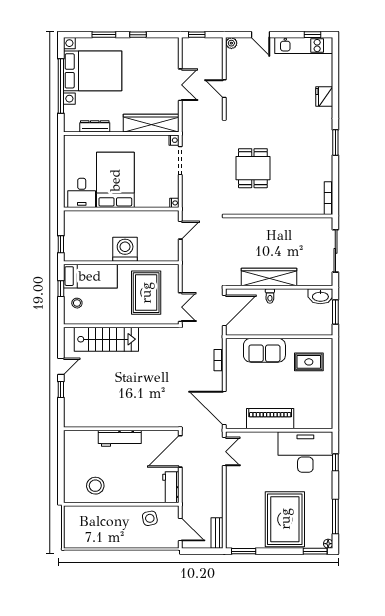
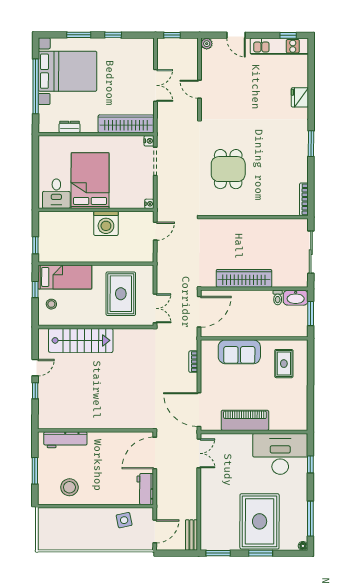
dresser: (95, 126) -> (70, 127), width x0.70
washing machine: (125, 249) -> (106, 223), moved, turned 180
toilet: (270, 296) -> (278, 298), moved
rug: (309, 362) -> (284, 364), turned 90
workbench: (120, 438) -> (65, 440), moved
window: (61, 469) -> (35, 471), added
door: (180, 530) -> (155, 531), hinge flipped
window: (315, 551) -> (261, 553), moved

